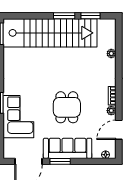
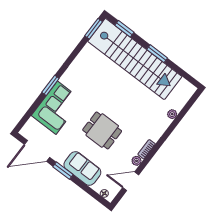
window: (91, 16) -> (124, 29), moved
dining table: (67, 107) -> (102, 130), turned 90
sofa: (68, 148) -> (82, 168), width x0.73

